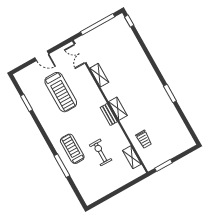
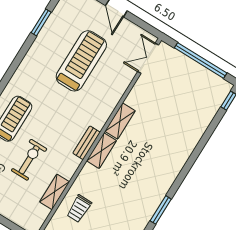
shelving: (99, 75) -> (120, 121), moved
treadmill: (61, 92) -> (81, 61), turned 180
shelving: (132, 157) -> (55, 192), moved

